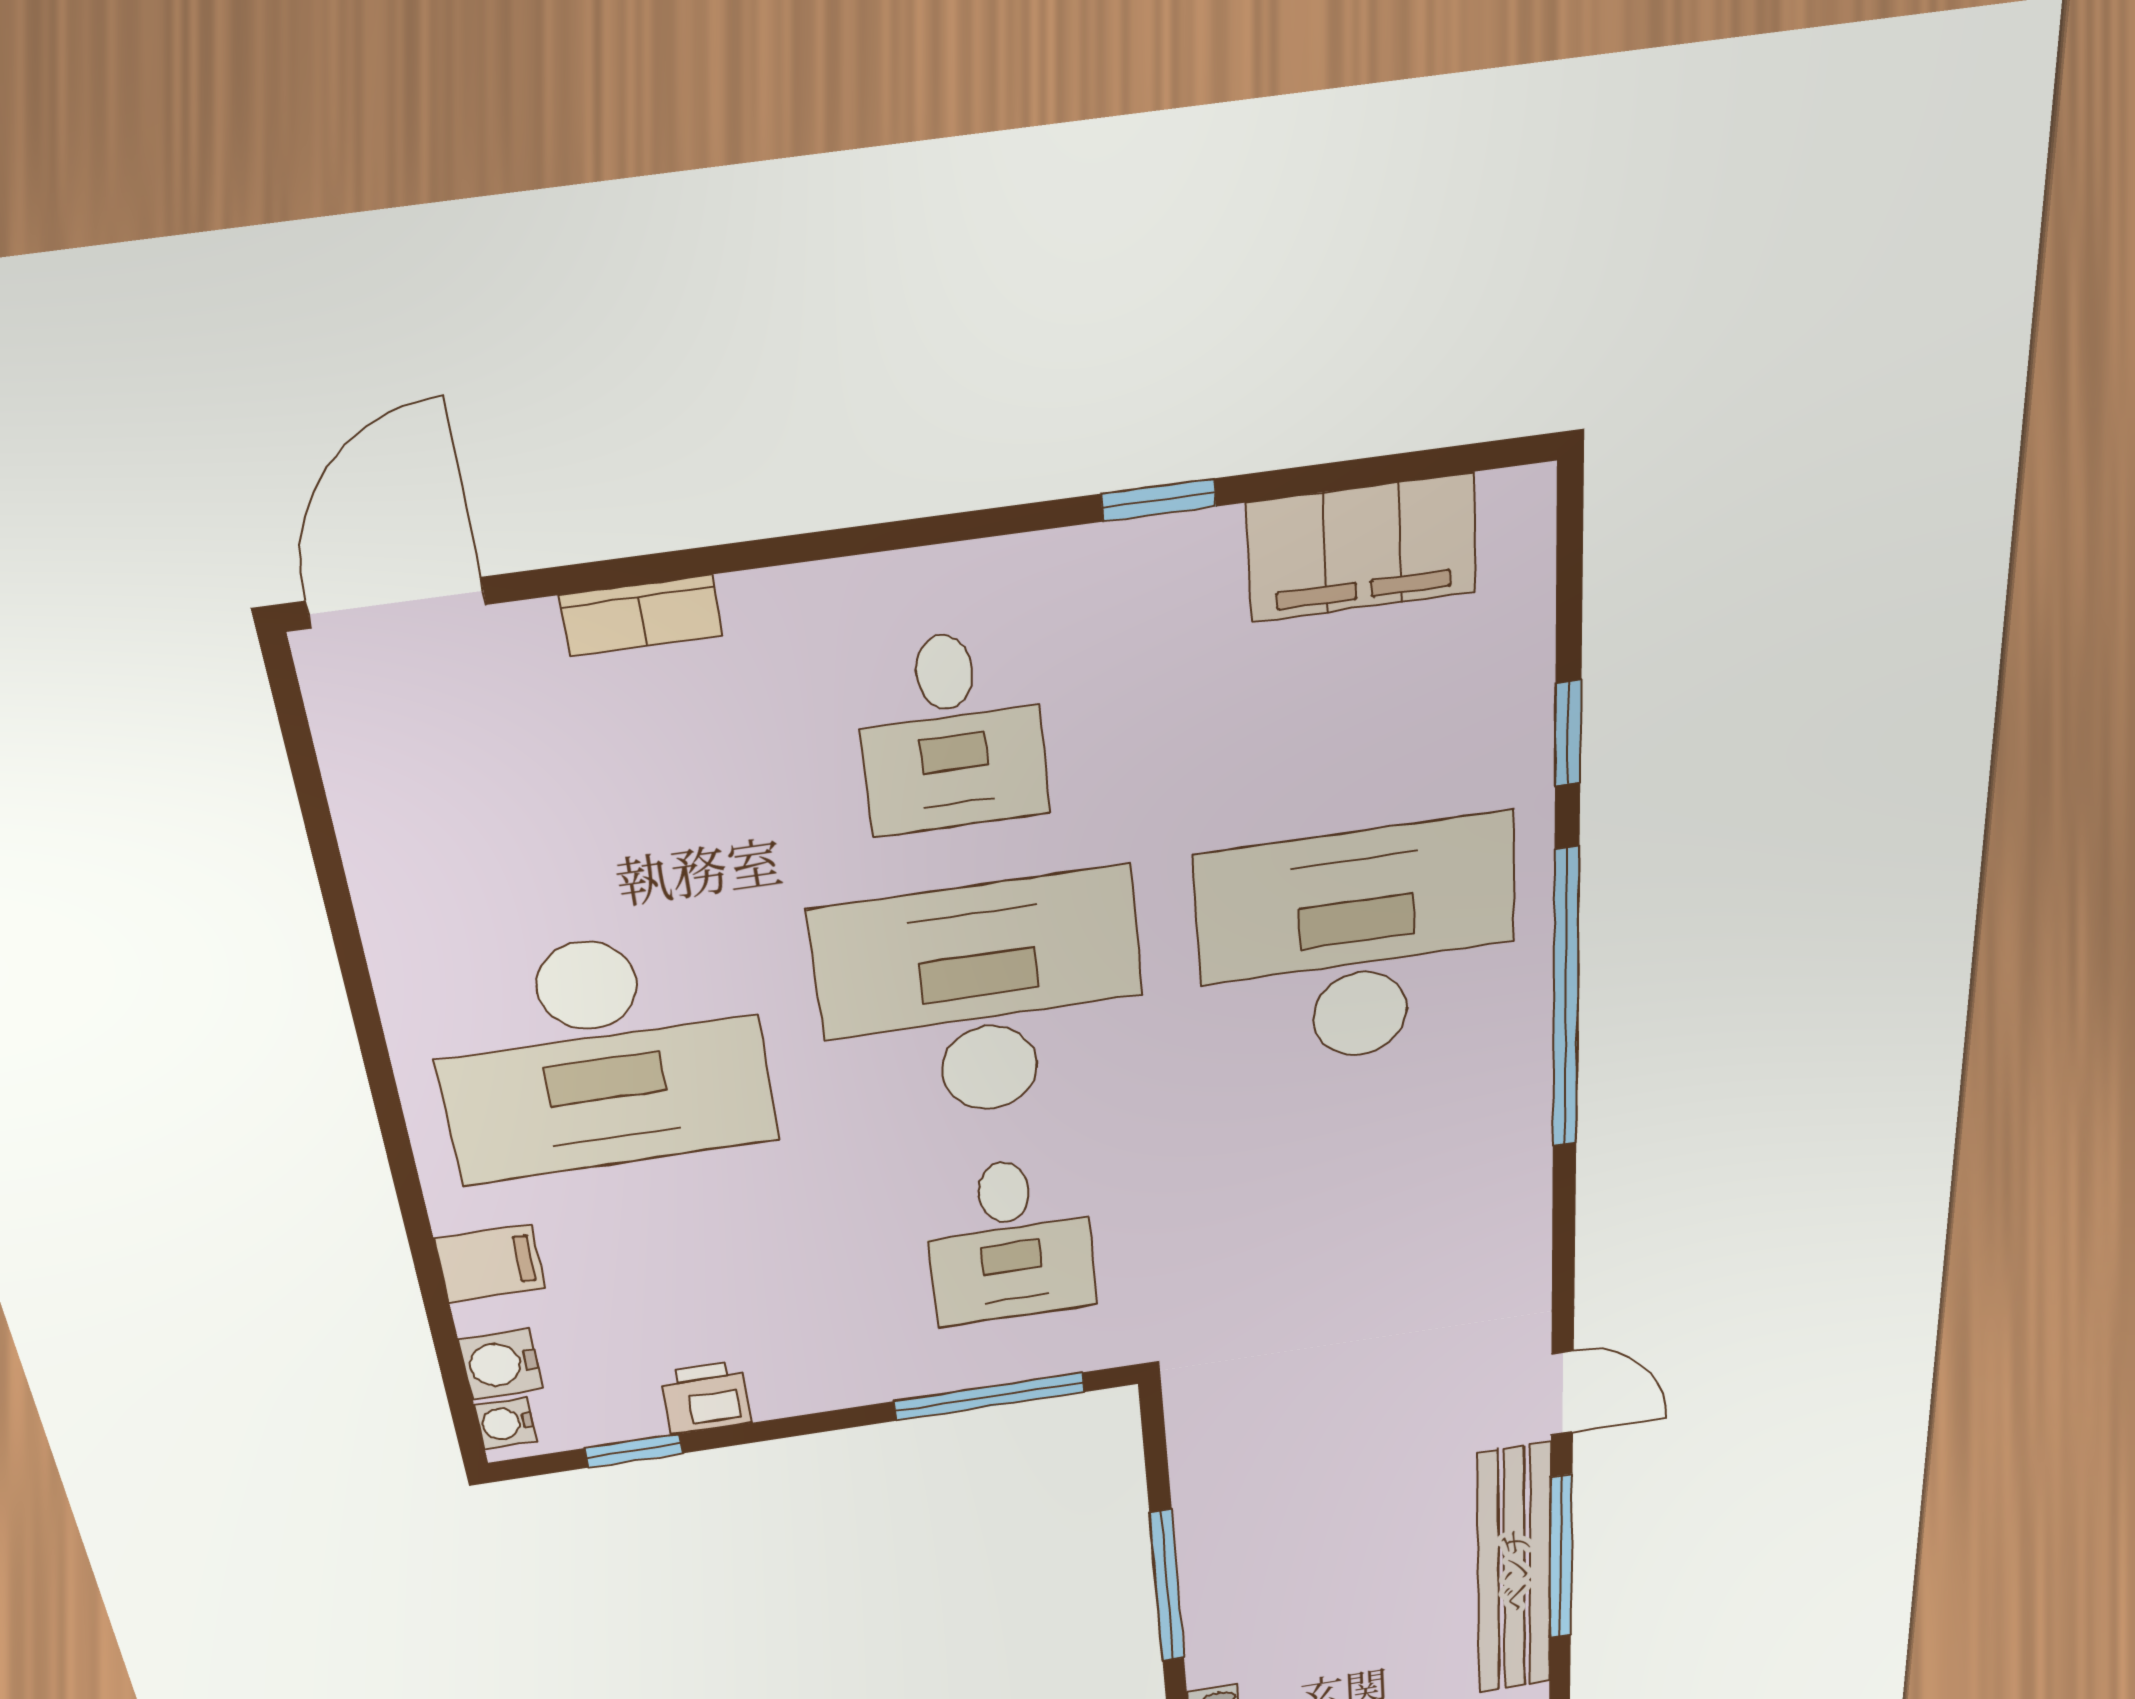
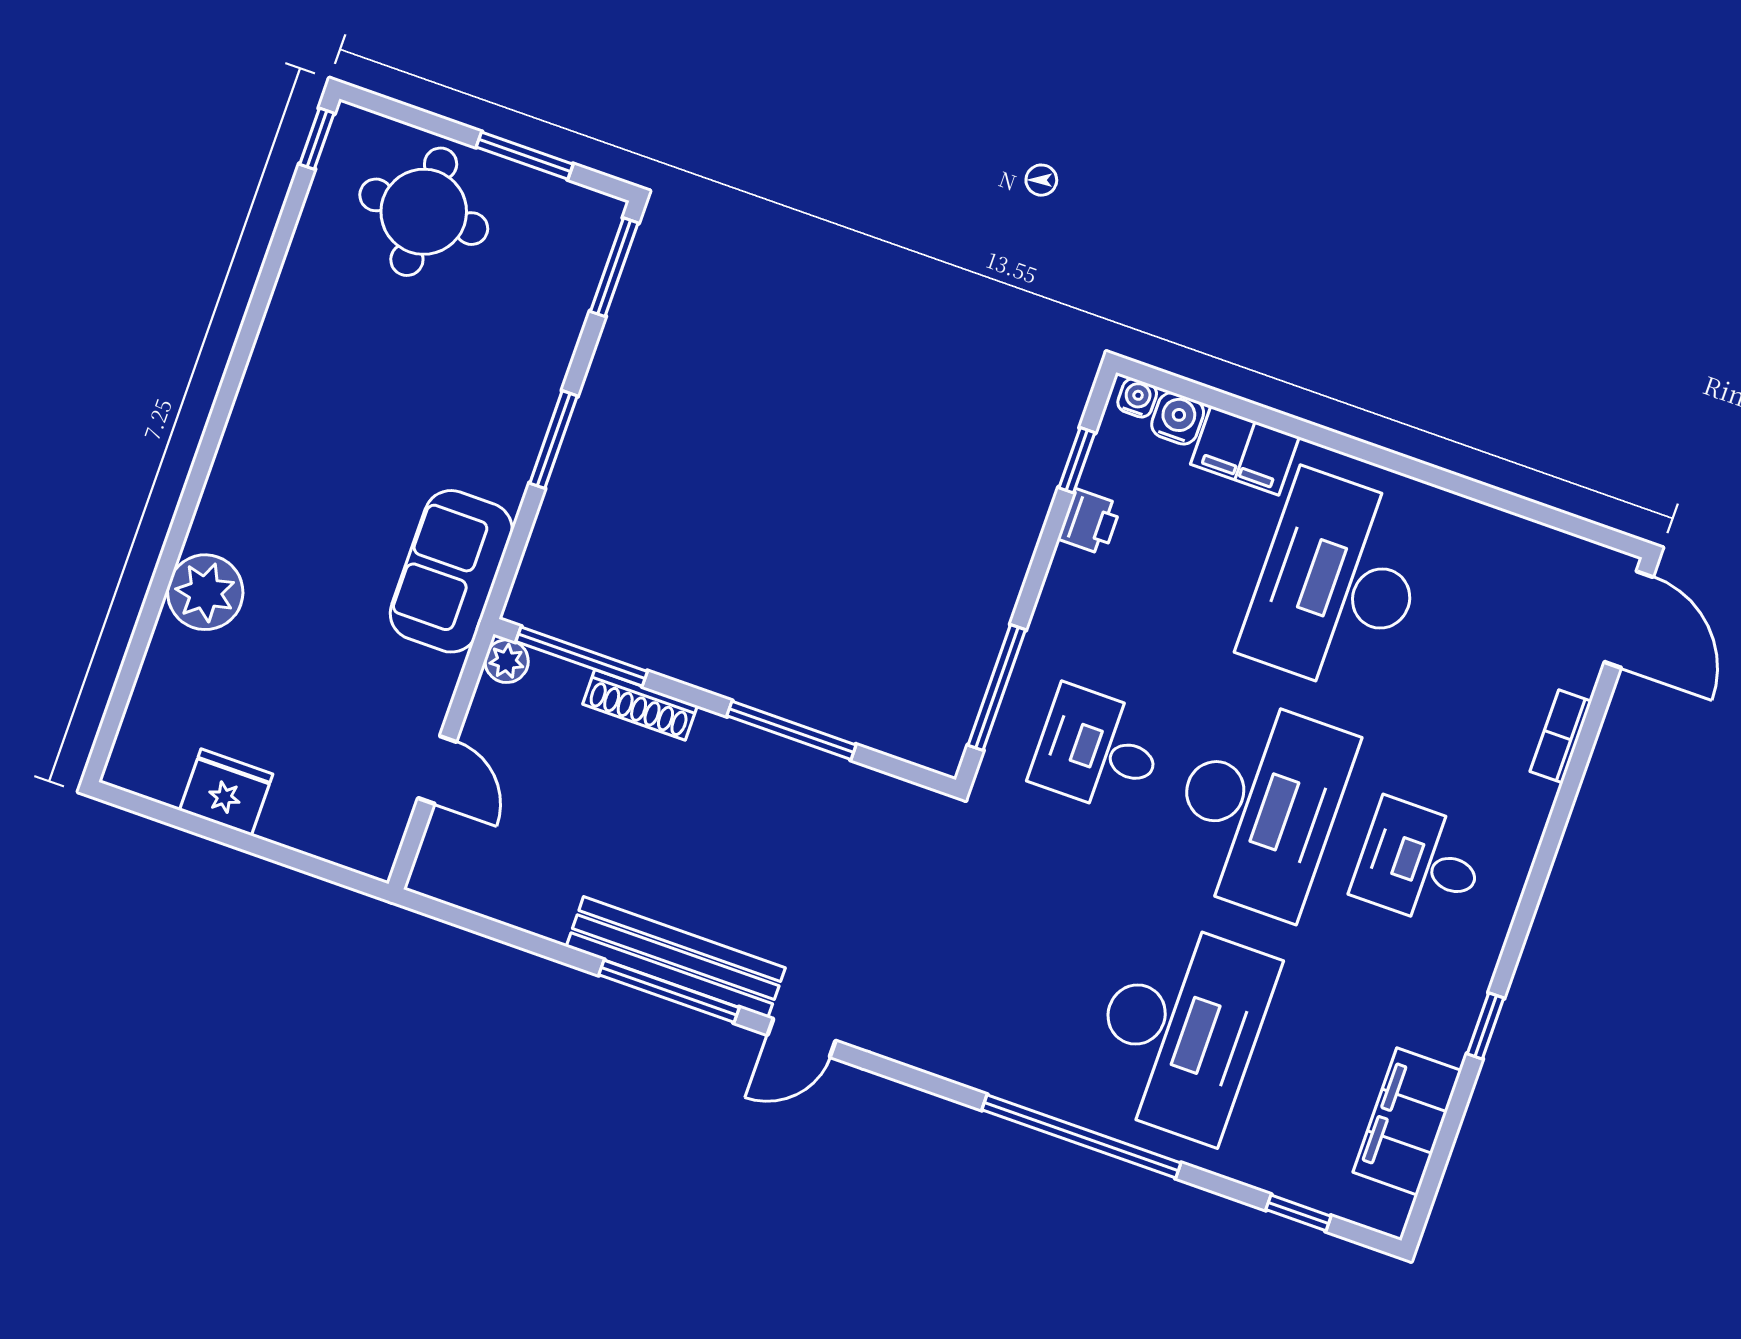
window: (1568, 733) -> (1298, 1213), moved
filing cabinet: (490, 1264) -> (1245, 451), width x2.00

